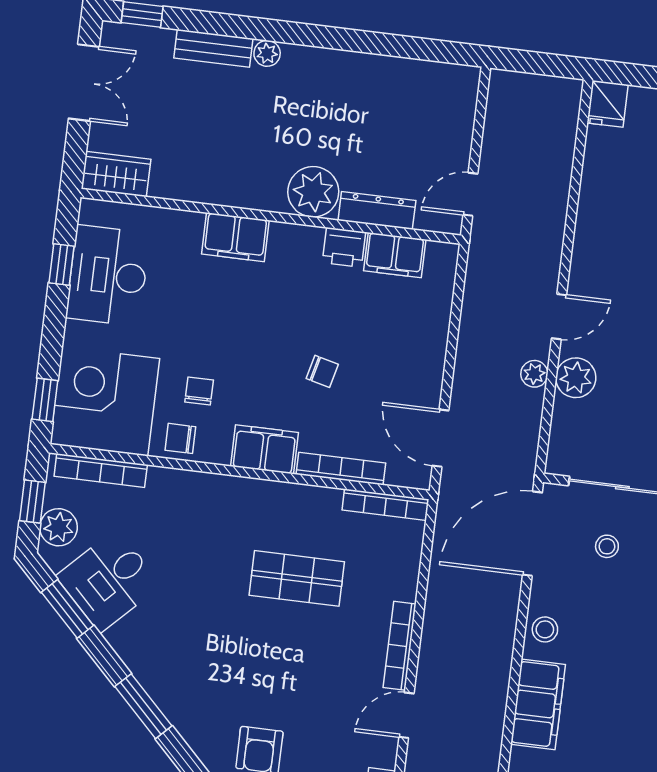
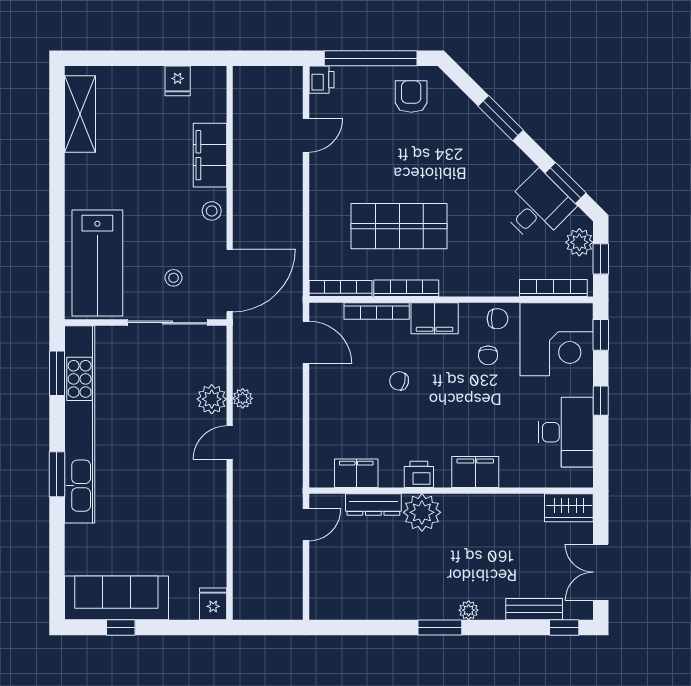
window: (308, 35) -> (440, 628), added
bench: (213, 48) -> (534, 609), moved
printer: (344, 247) -> (419, 474), moved
window: (62, 265) -> (601, 401), moved
shop shelf: (297, 578) -> (399, 226), width x1.43, depth x1.36
bookcase: (400, 646) -> (406, 288), moved, turned -90

